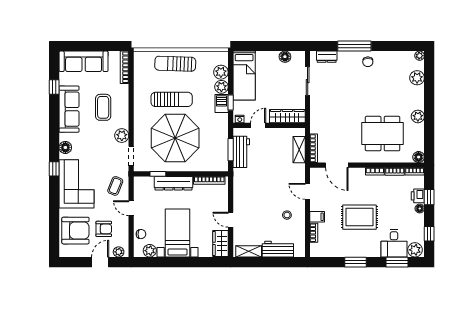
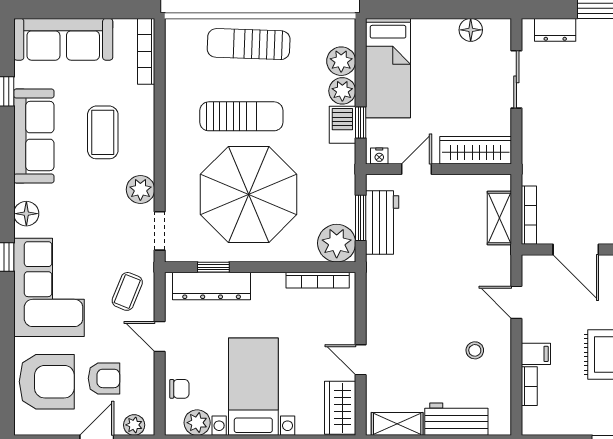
plant: (219, 162) -> (337, 243), added
dresser: (174, 183) -> (212, 286), moved

